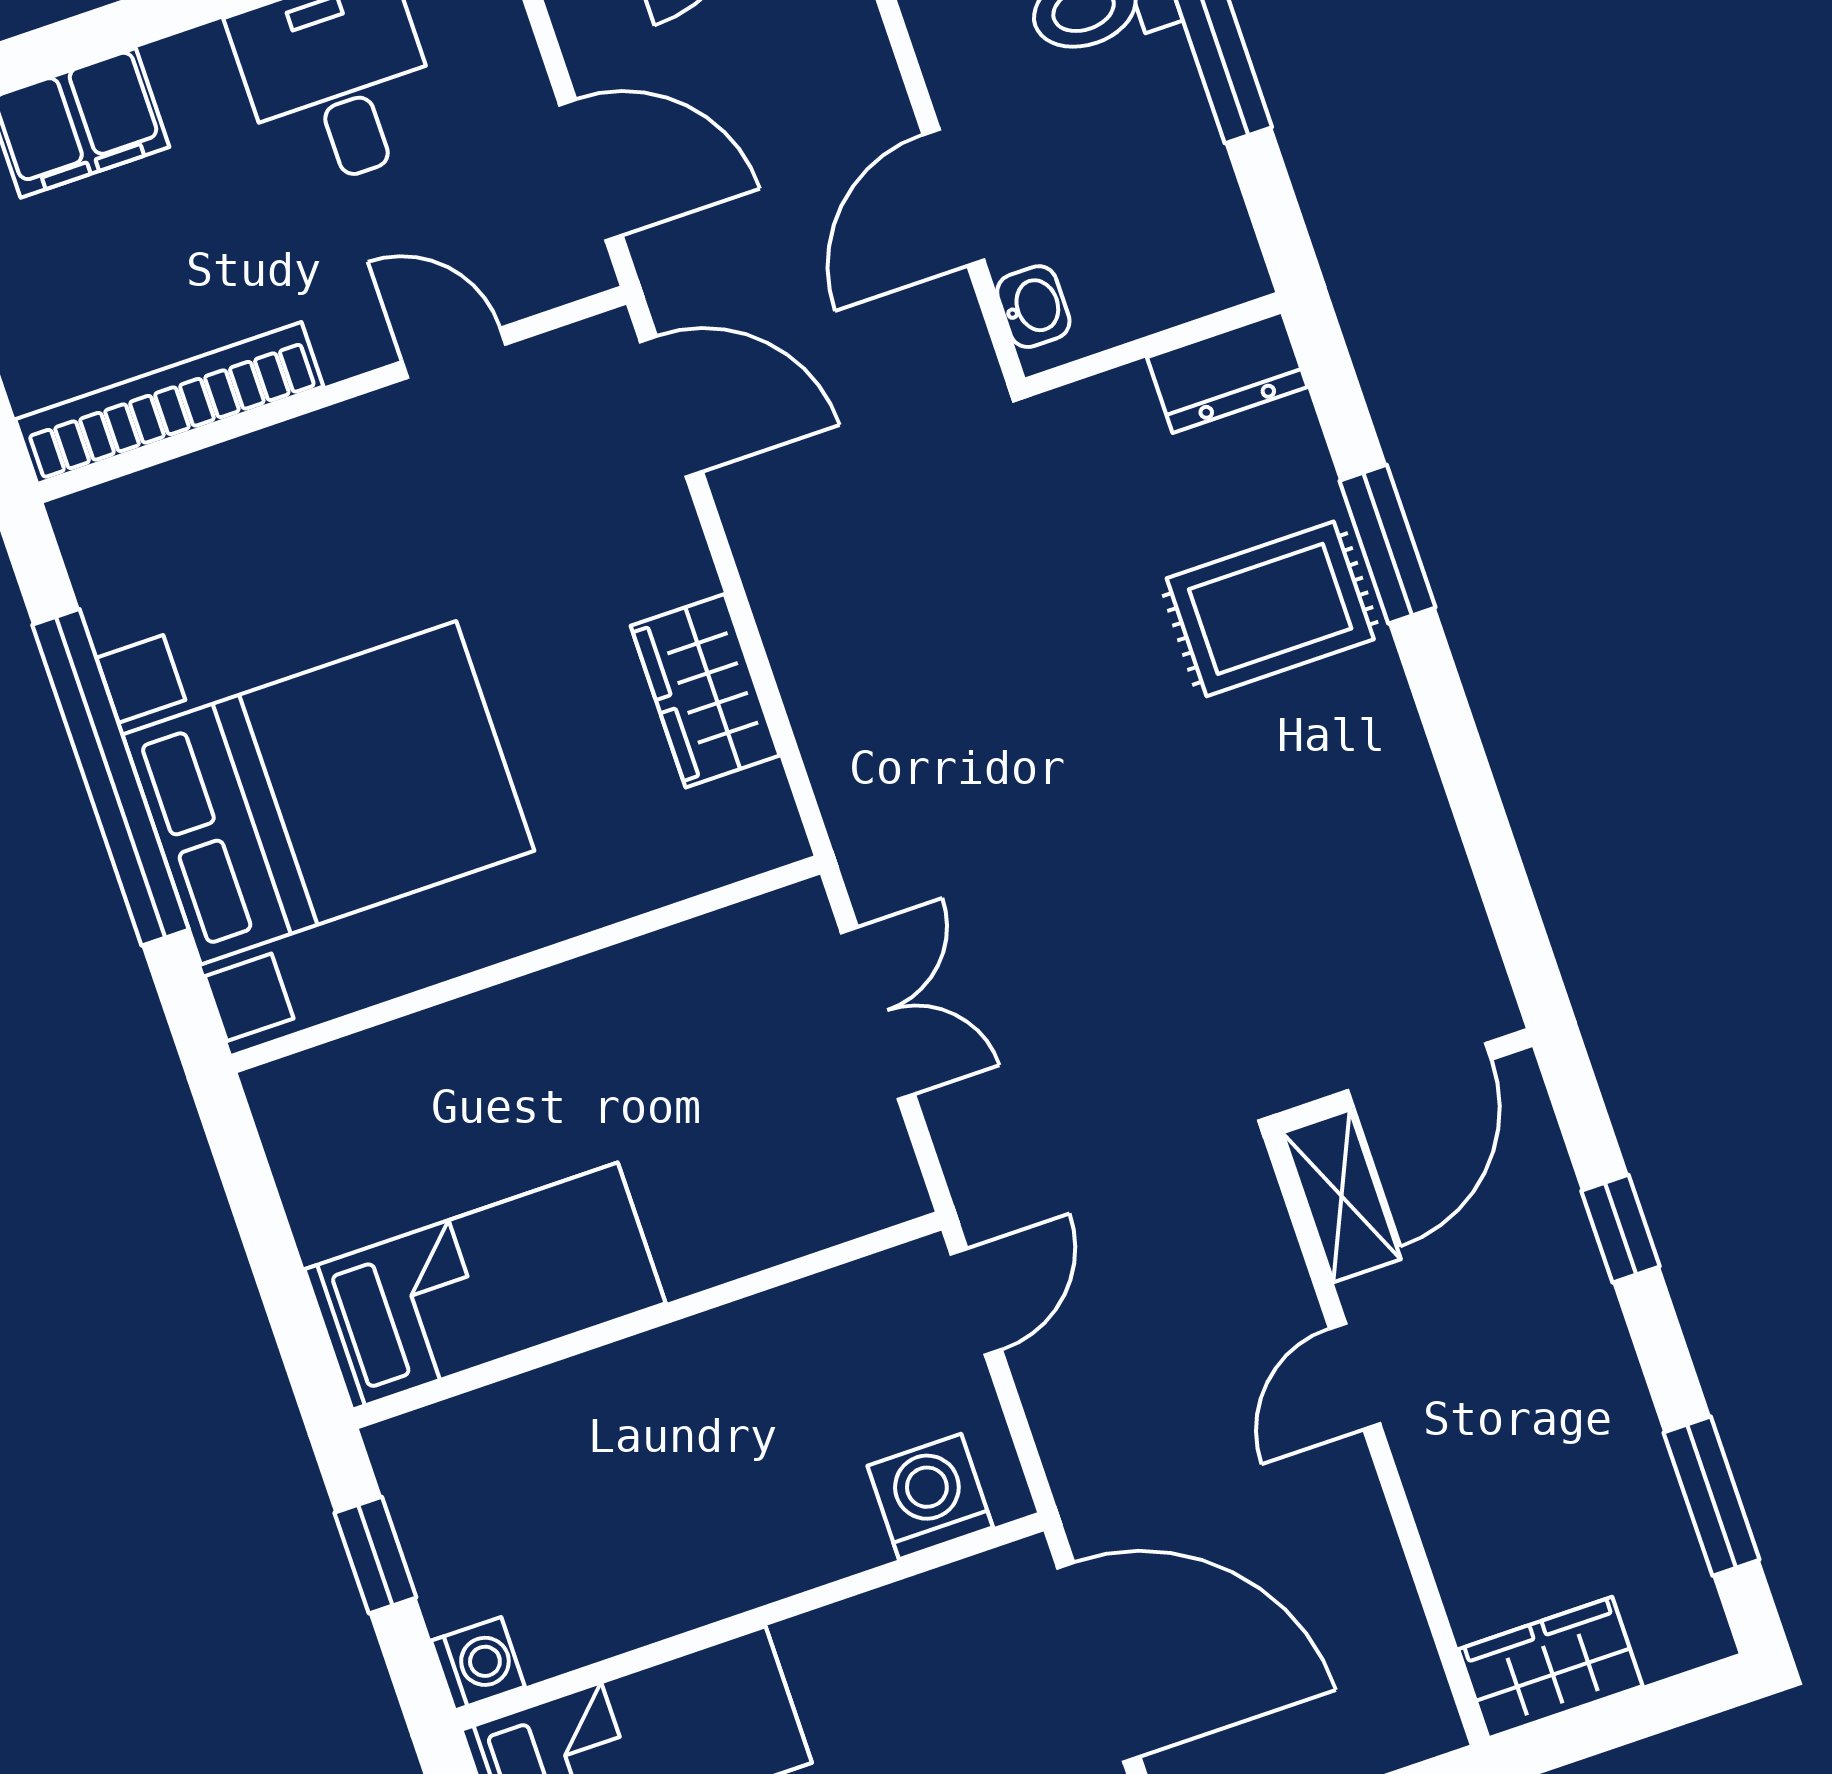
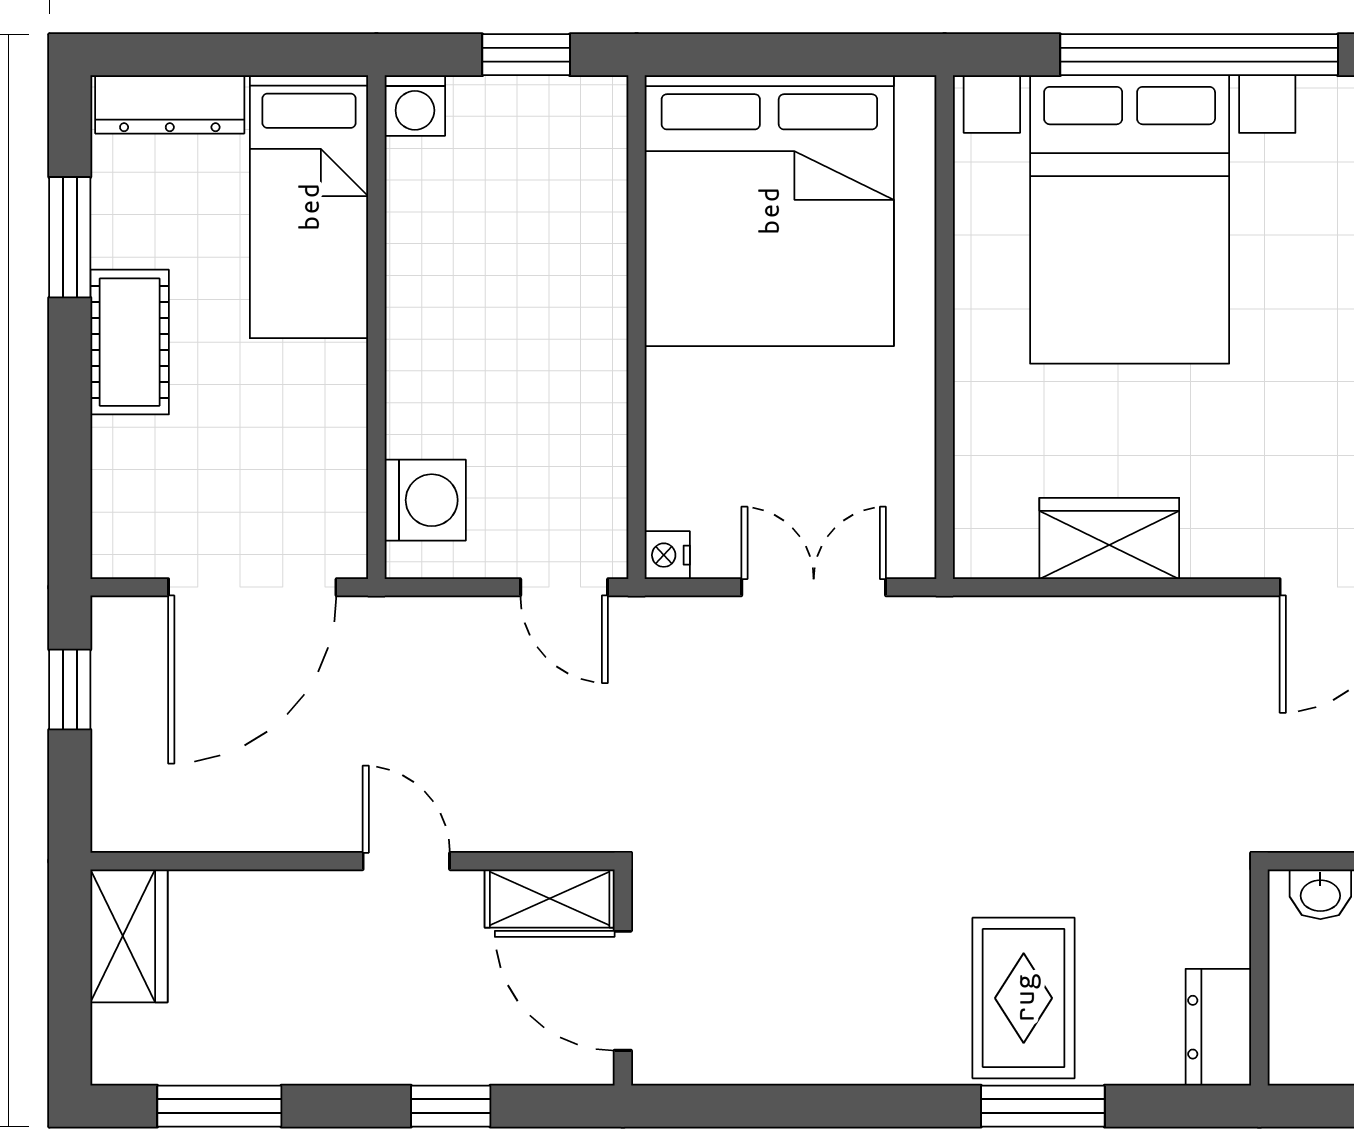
double door: (878, 1013) -> (814, 587), swing flipped
nightstand: (898, 1195) -> (667, 555), added
bed: (485, 1286) -> (769, 211), width x2.04

